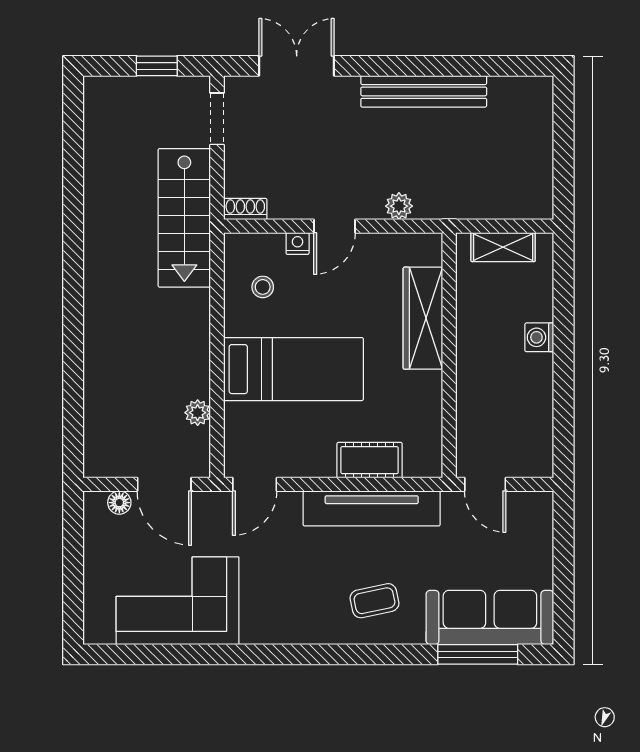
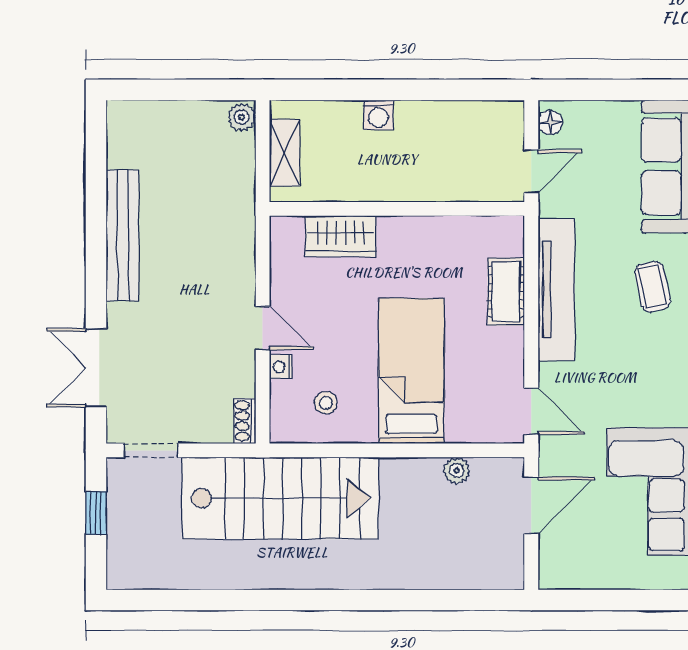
plant: (399, 206) -> (242, 117), moved
stairs: (184, 218) -> (280, 498), width x1.36, depth x1.51
wardrobe: (423, 318) -> (341, 236), width x0.67
floor lamp: (119, 503) -> (550, 122), moved

